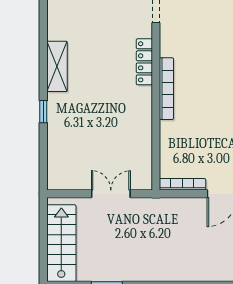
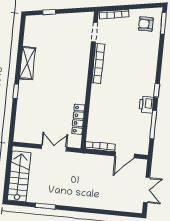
locker: (144, 62) -> (78, 119), moved
bookcase: (166, 89) -> (98, 64), moved

